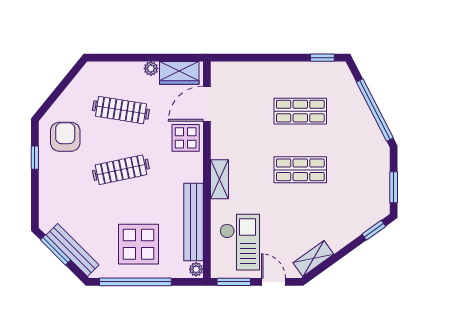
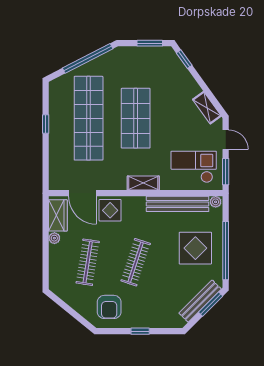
window: (322, 58) -> (46, 124), moved
shop shelf: (300, 111) -> (89, 118), width x2.00, depth x1.36
armchair: (65, 137) -> (109, 307), turned -90
window: (35, 158) -> (140, 331), moved
clothes rail: (121, 170) -> (136, 262), turned 30
shop shelf: (300, 170) -> (136, 118), width x1.43, depth x1.36
window: (55, 250) -> (211, 304), moved
door: (274, 282) -> (226, 140), swing flipped

